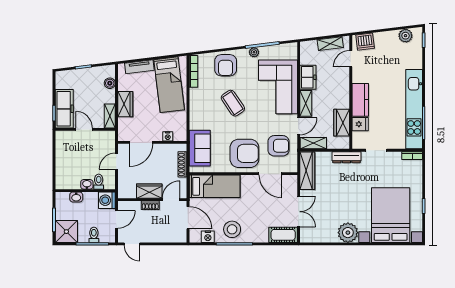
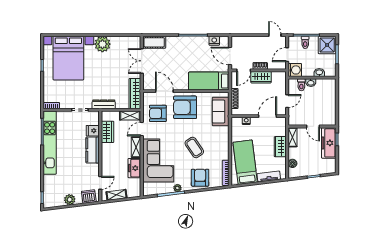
plant: (405, 36) -> (70, 200), moved
stool: (232, 229) -> (195, 47), removed

